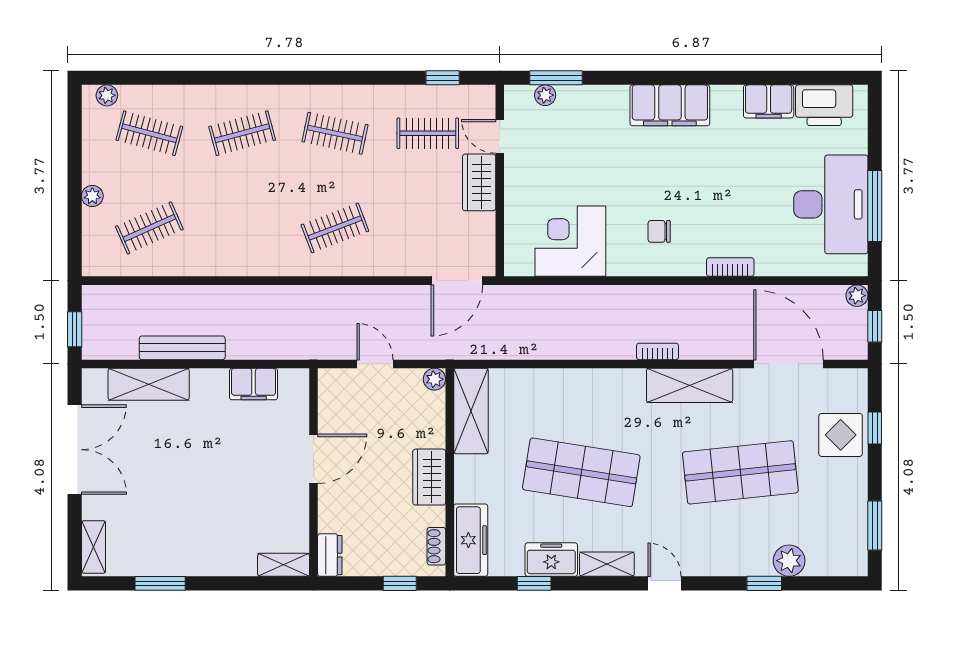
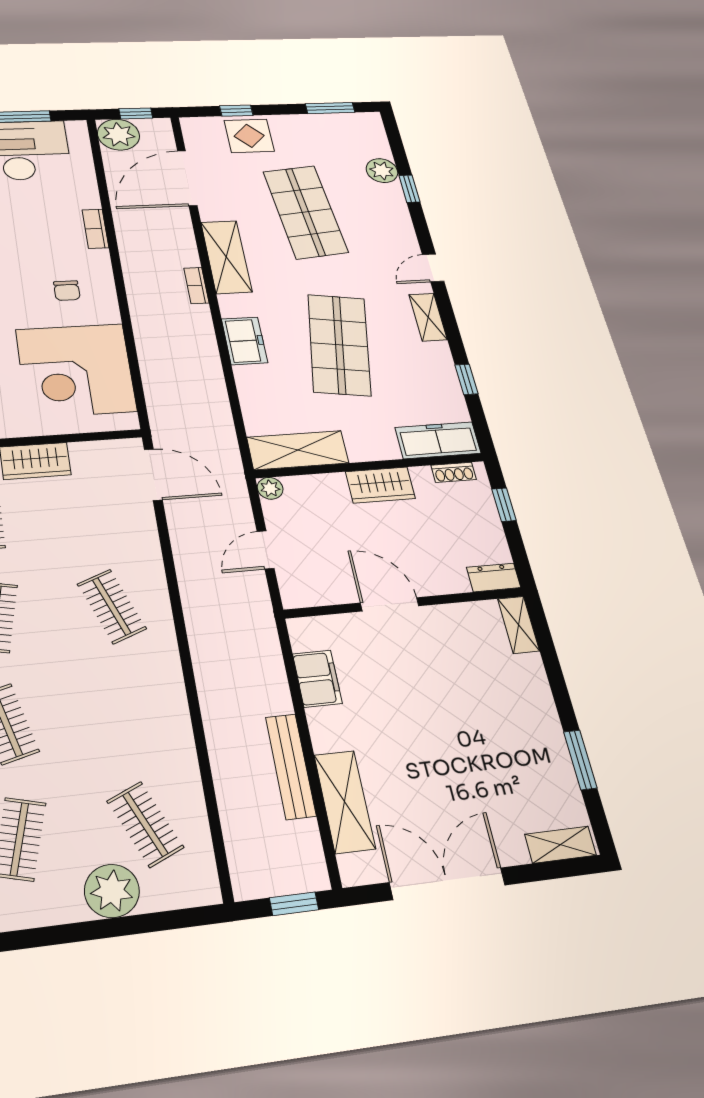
plant: (92, 196) -> (112, 891), width x1.87, depth x1.87
corner desk: (570, 241) -> (76, 370), width x1.36, depth x1.36
plant: (857, 296) -> (118, 135), width x1.88, depth x1.88
freezer: (551, 560) -> (244, 341), moved, turned 180

